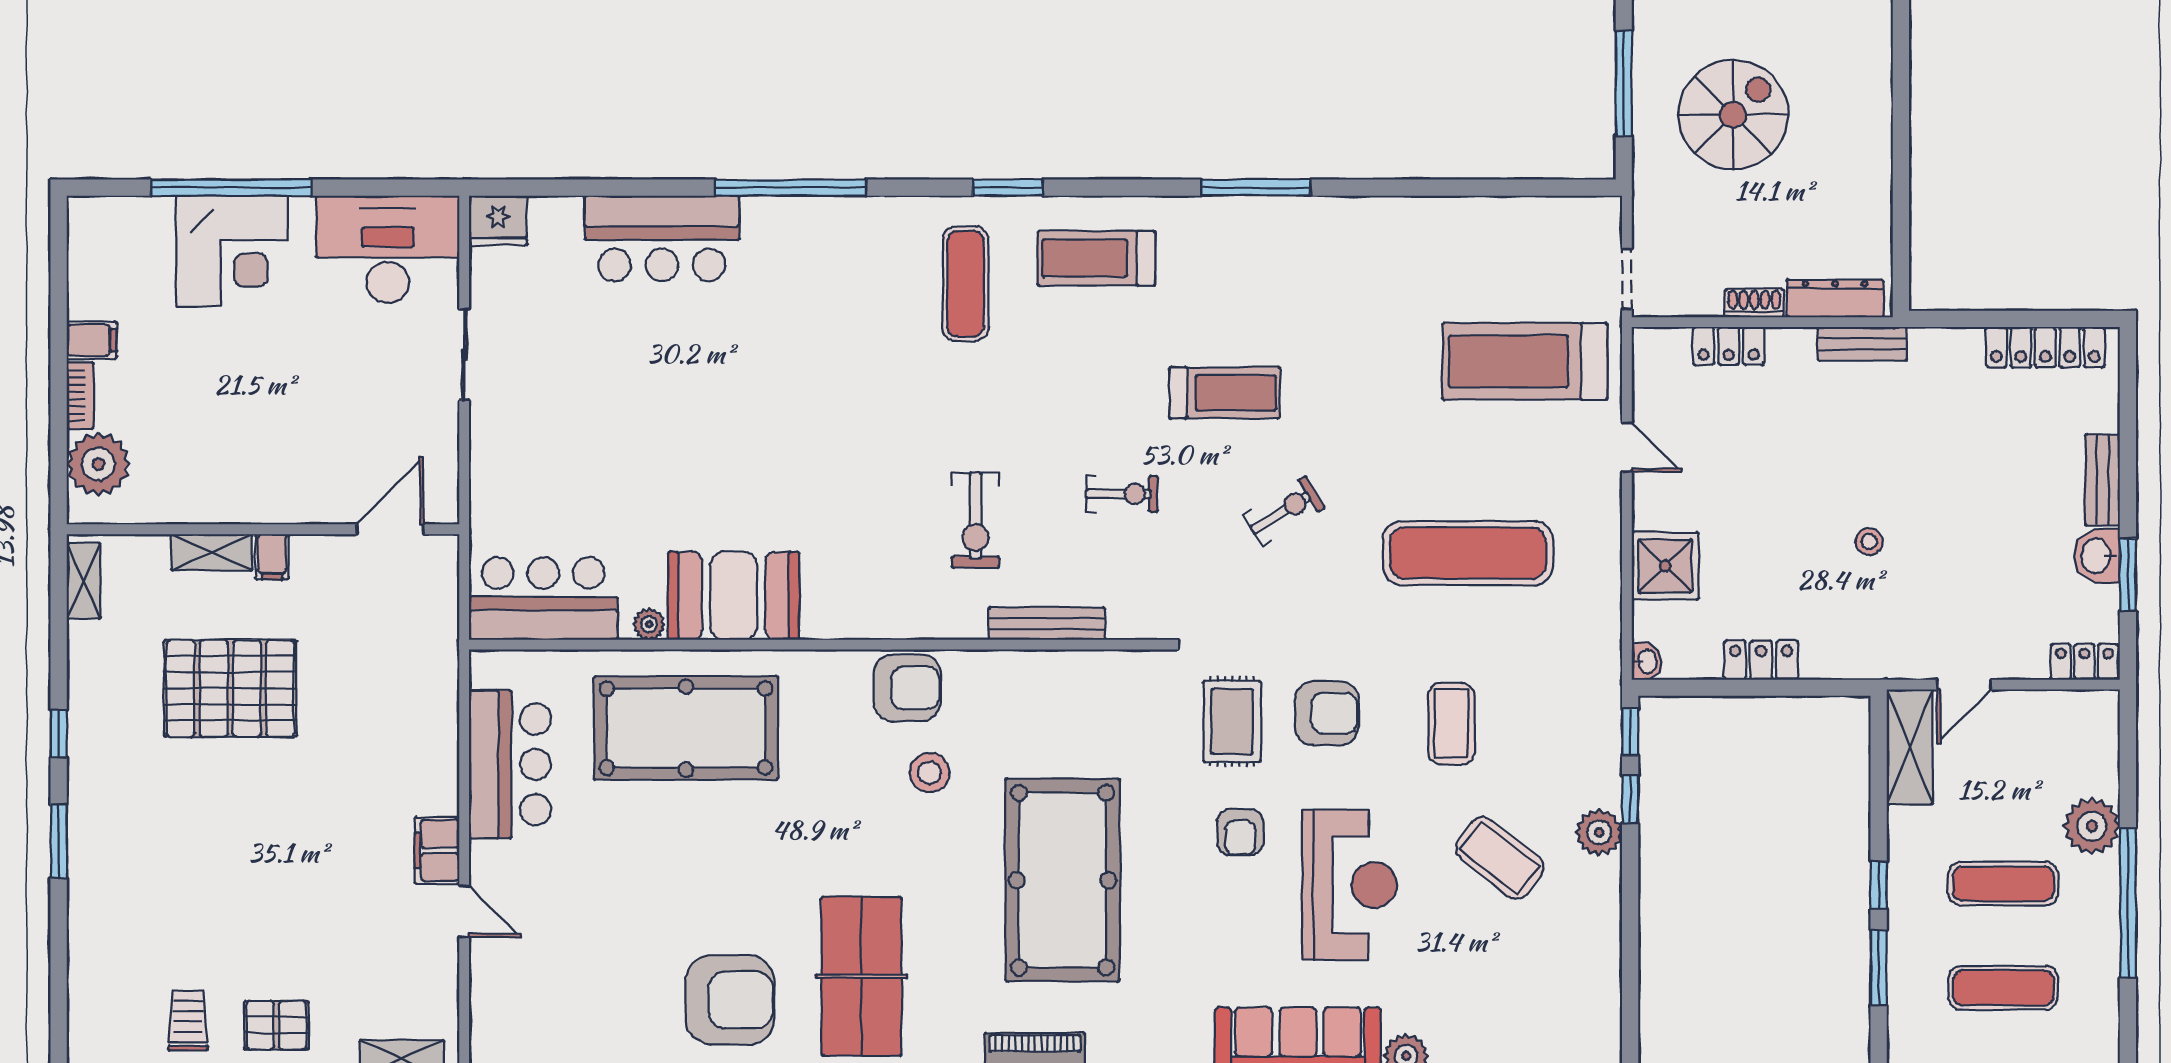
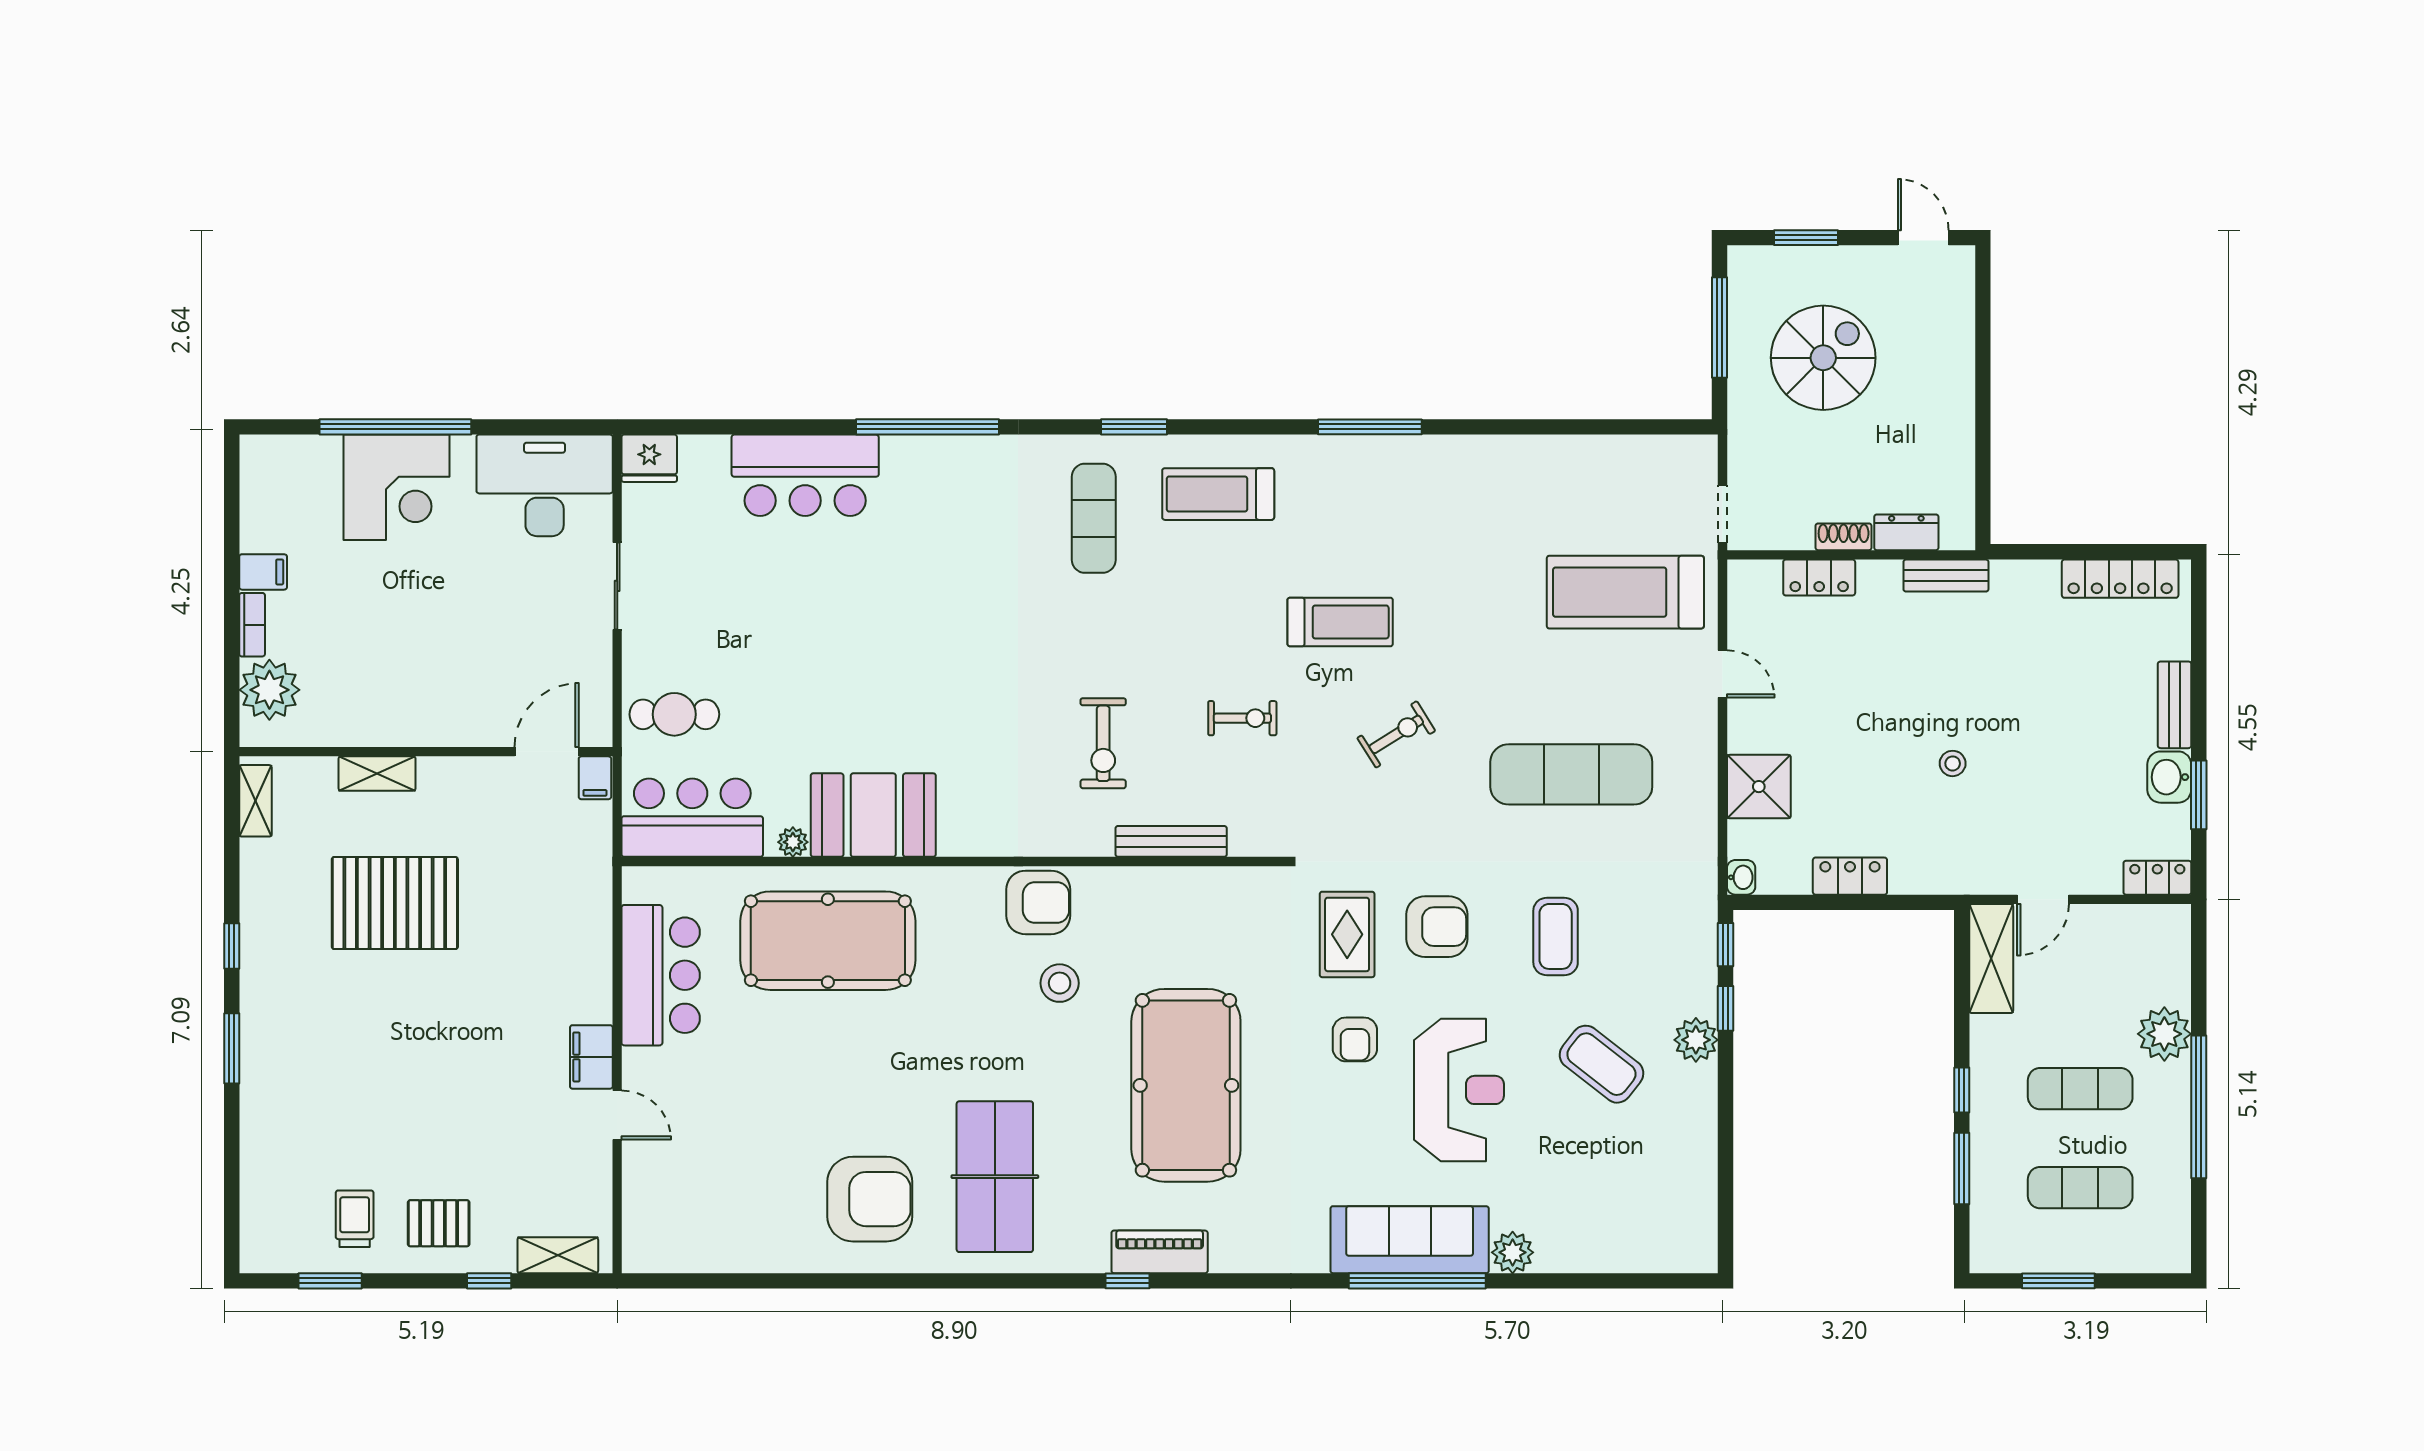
dresser: (1835, 298) -> (1906, 532), width x0.70
cafe table: (524, 490) -> (674, 714), added
filing cabinet: (272, 557) -> (595, 778), moved

